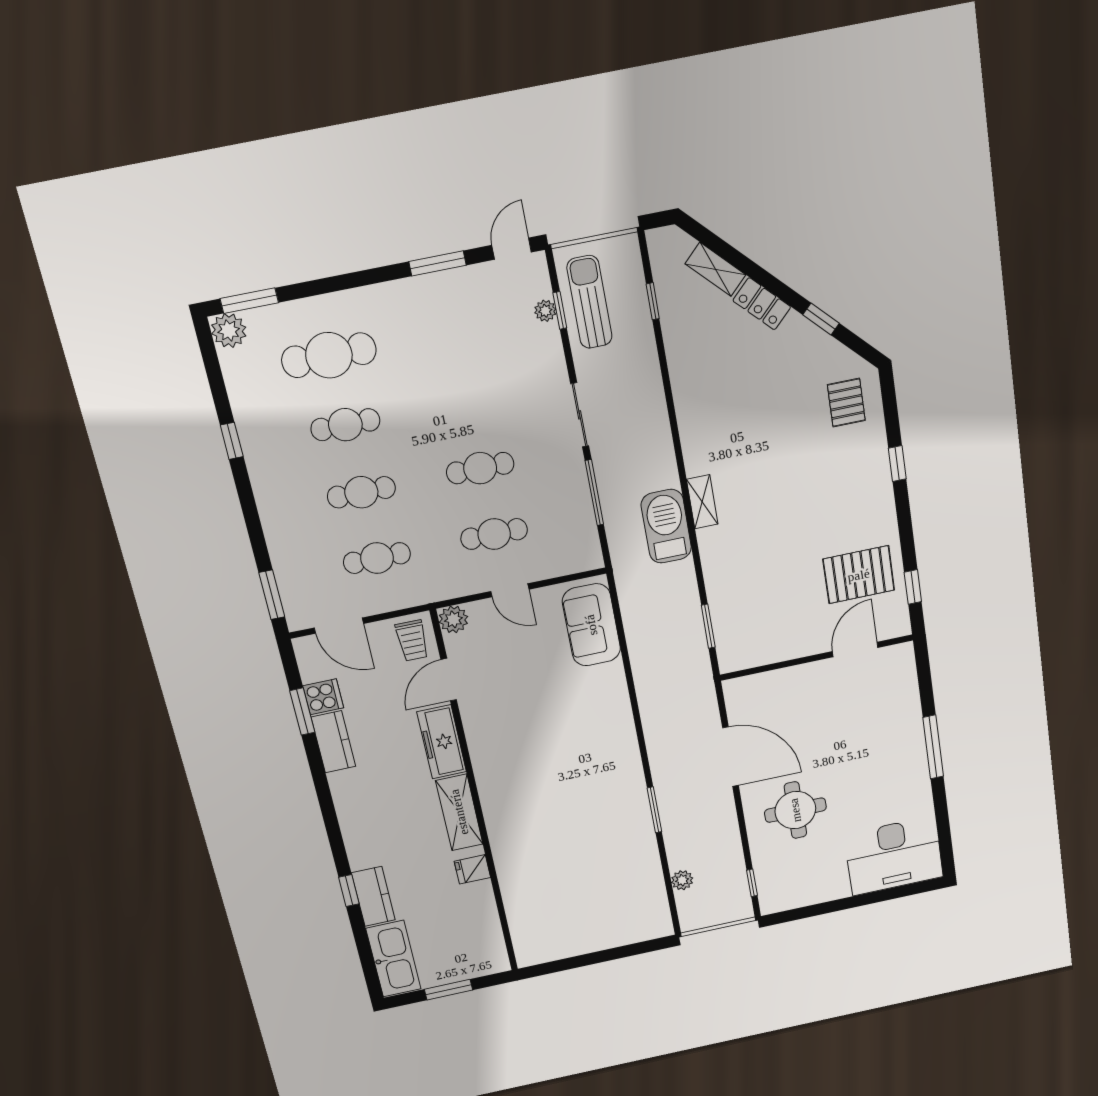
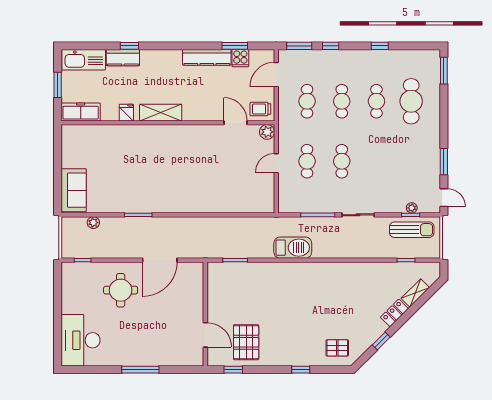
plant: (229, 330) -> (432, 58), removed
shelving: (702, 502) -> (302, 268), removed
window: (257, 536) -> (331, 46), added
sofa: (591, 625) -> (74, 190), moved, turned 90
kitchen counter: (333, 742) -> (207, 57), width x1.50
freezer: (442, 742) -> (81, 112), moved

